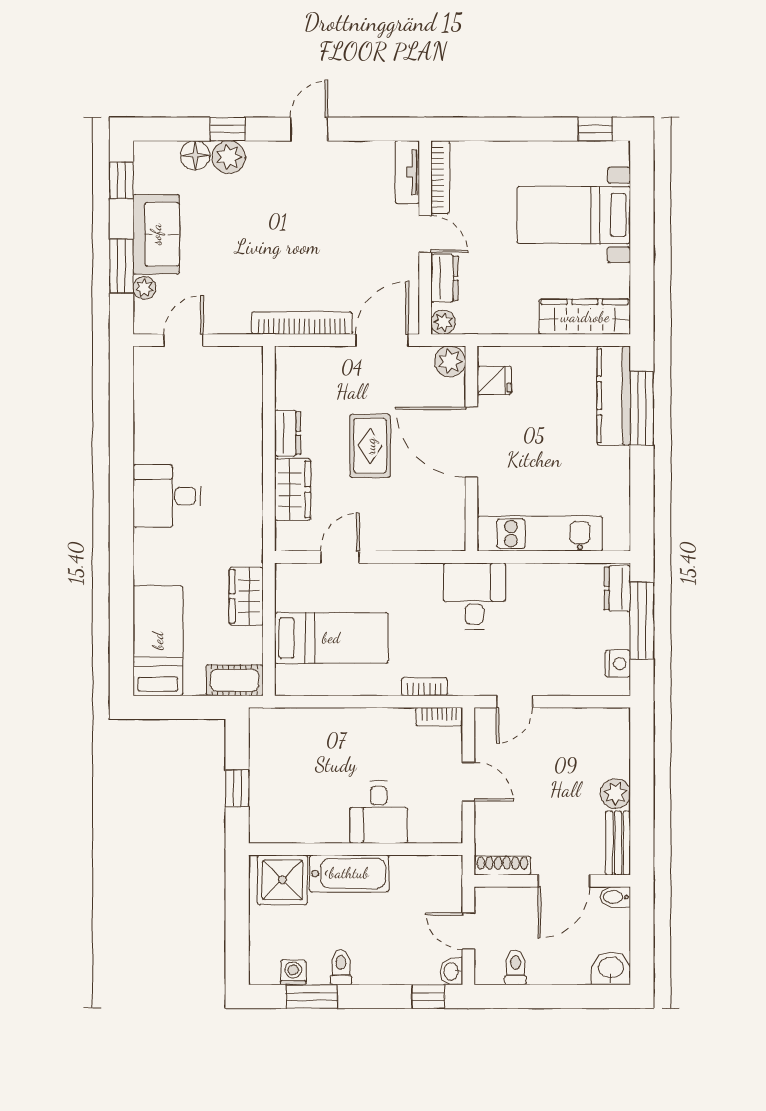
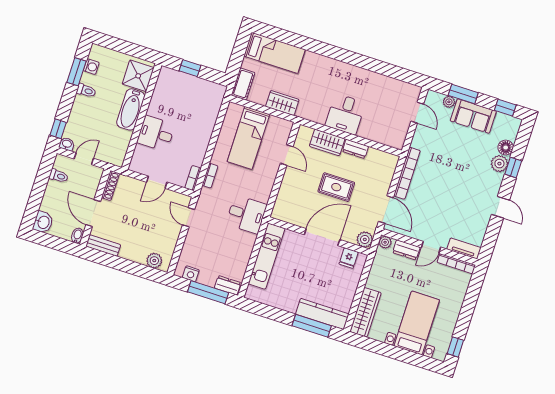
desk: (167, 496) -> (345, 114), moved, turned 180
plant: (615, 794) -> (154, 261), moved

